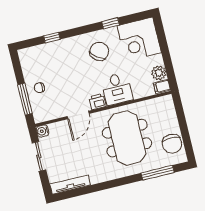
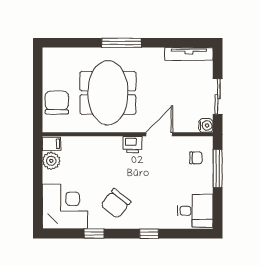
window: (52, 38) -> (149, 234), moved
chair: (39, 88) -> (196, 158), moved
desk: (117, 89) -> (195, 211), moved, turned 90
chair: (172, 144) -> (57, 103), moved
window: (158, 173) -> (121, 43), moved

